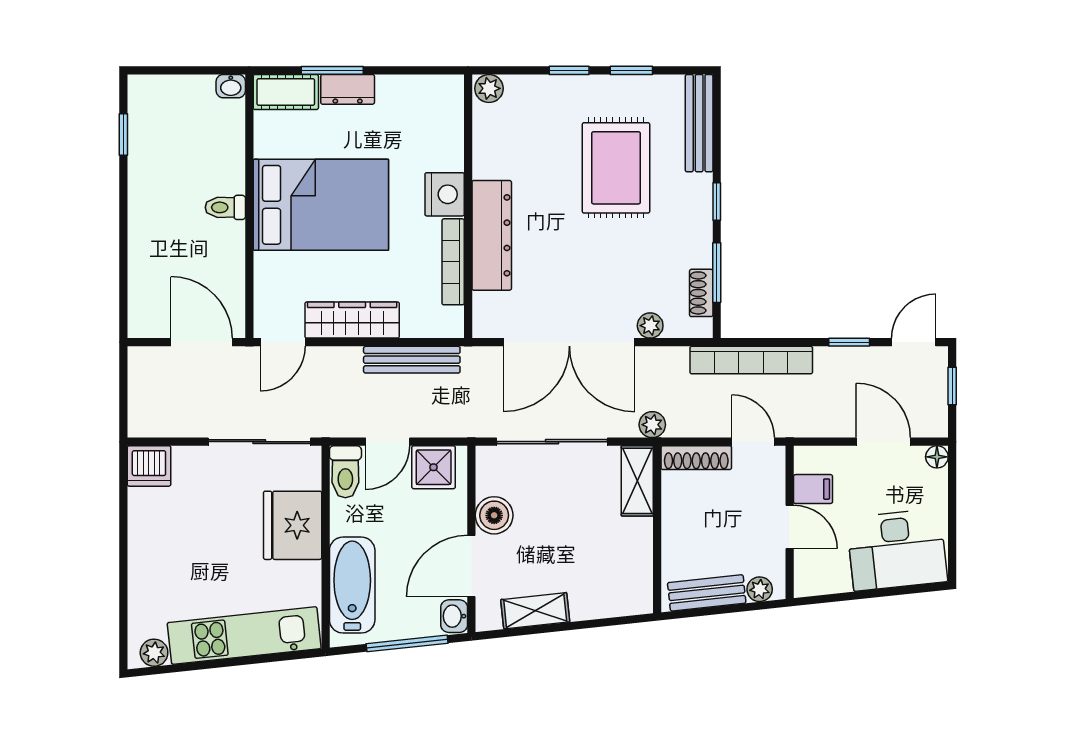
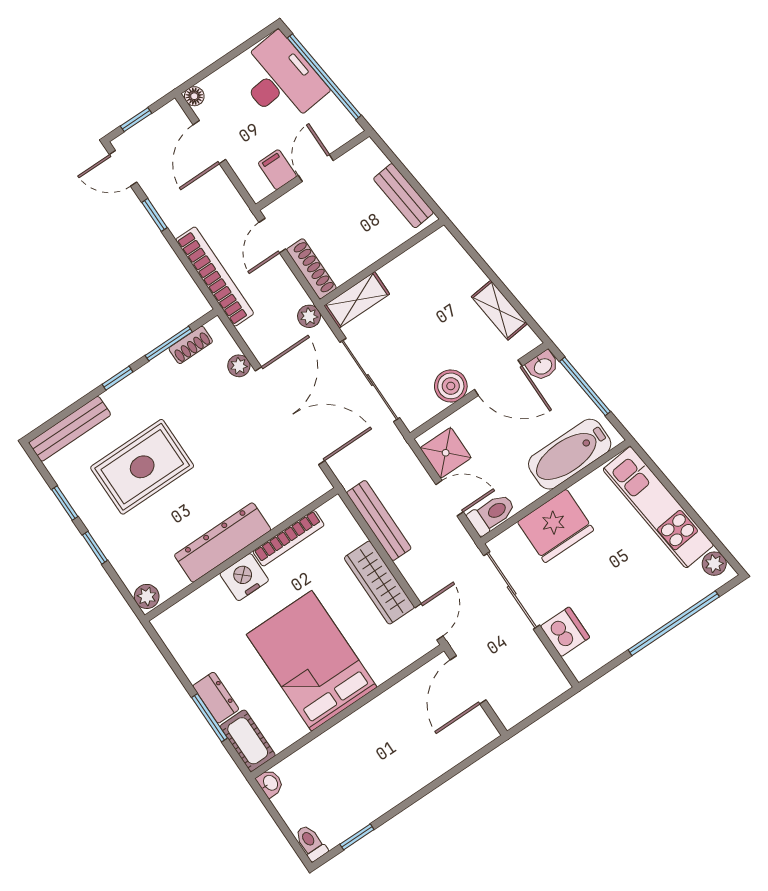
toilet: (225, 207) -> (311, 843), moved, turned 180
dresser: (492, 235) -> (223, 542), moved
door: (283, 342) -> (429, 622), hinge flipped
dishwasher: (149, 466) -> (565, 632), moved
window: (123, 575) -> (674, 623), added
plant: (760, 589) -> (375, 159), removed
window: (872, 594) -> (324, 77), added

